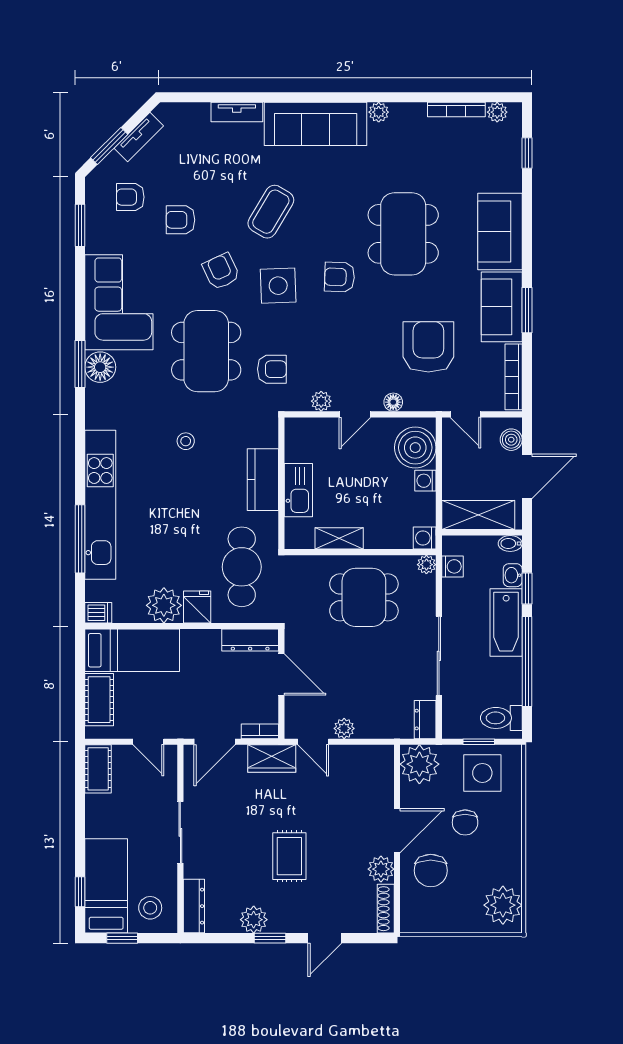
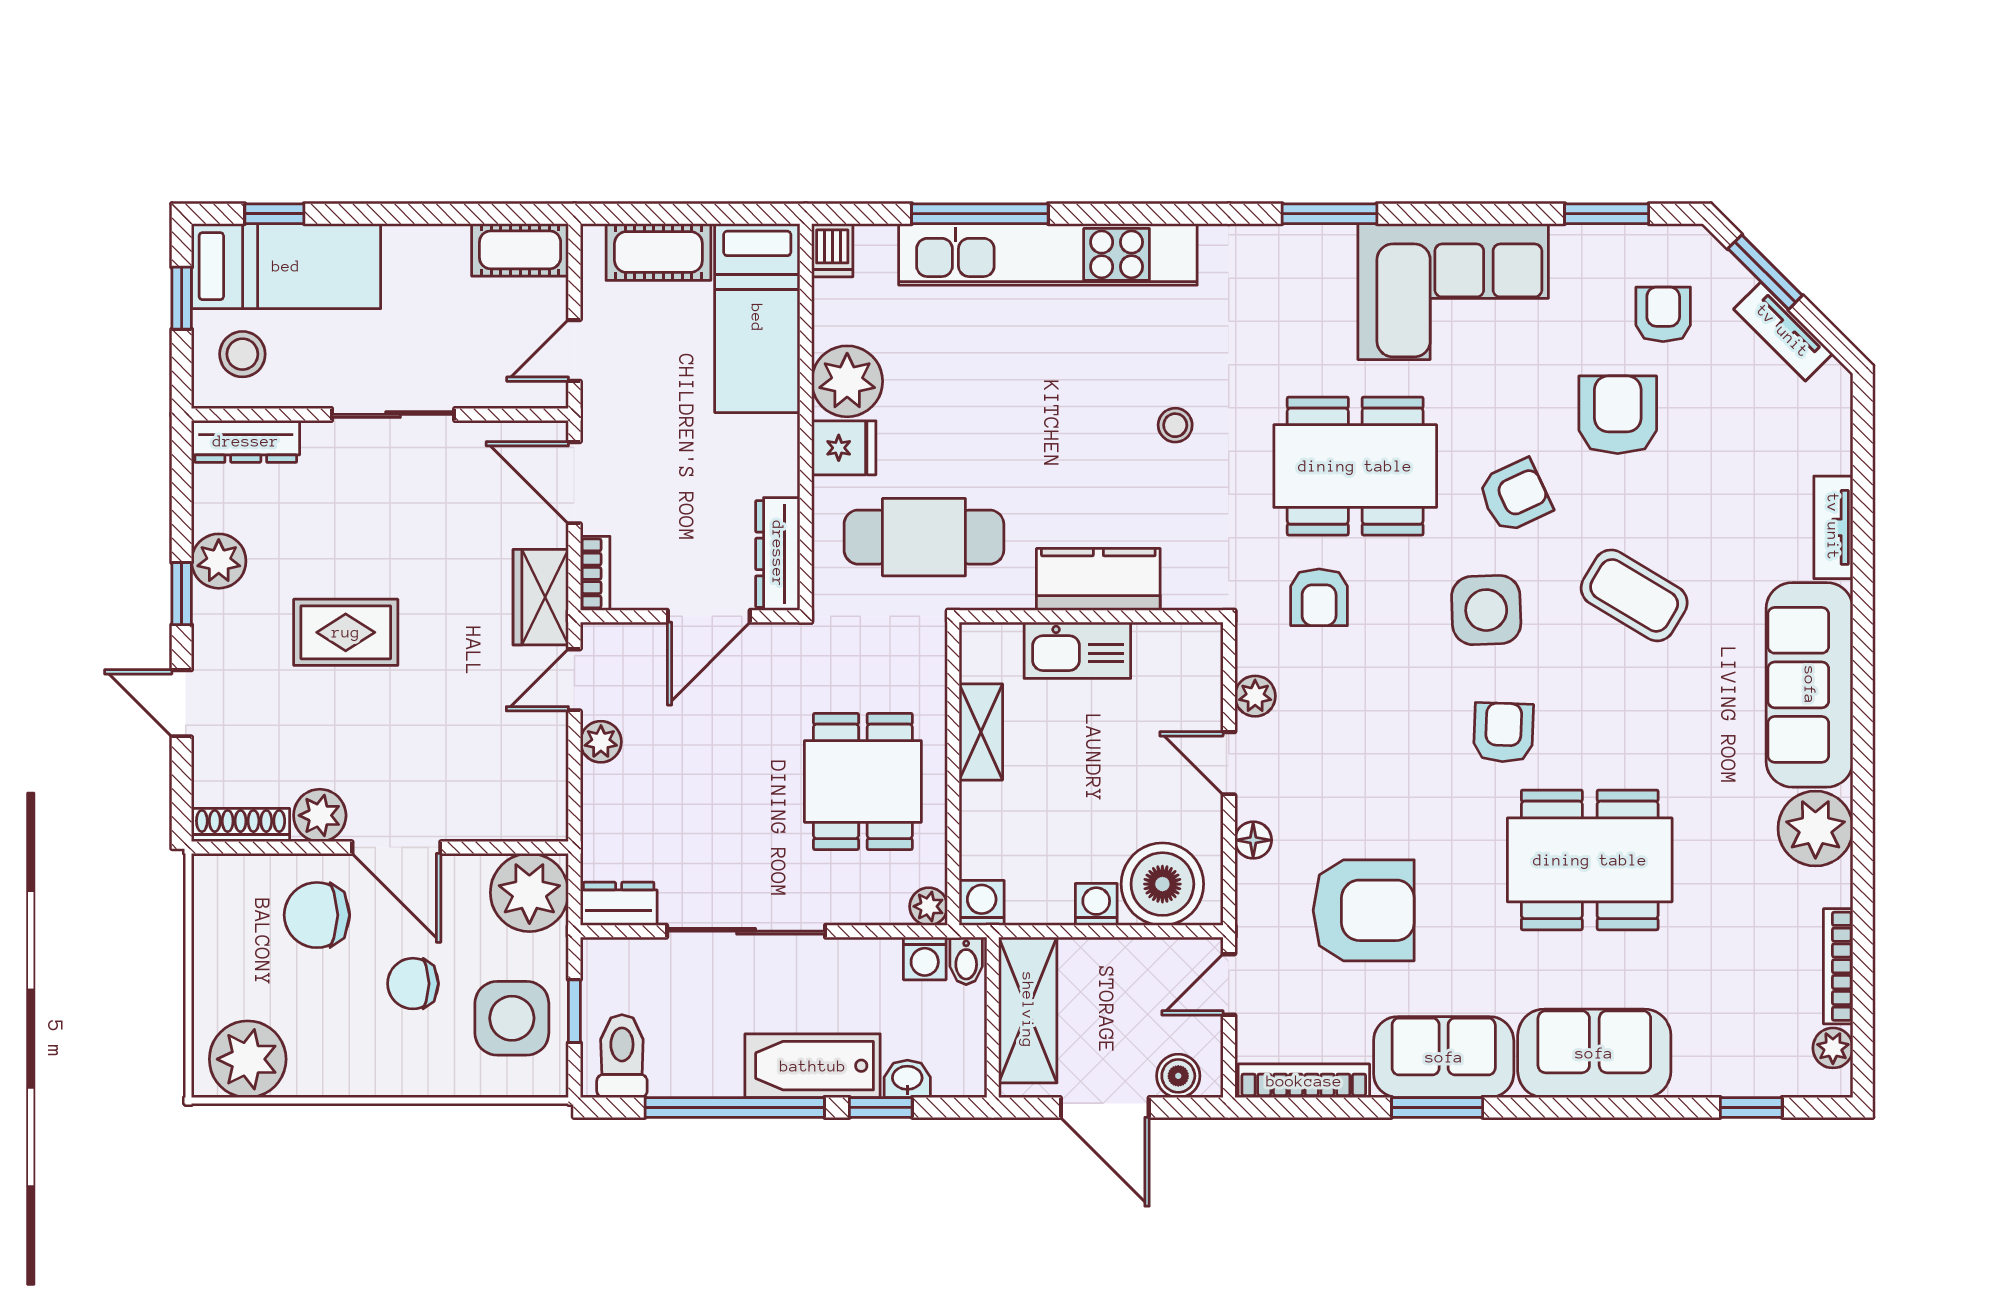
plant: (379, 112) -> (1815, 828), width x1.88, depth x1.88
armchair: (181, 220) -> (1618, 415), width x1.38, depth x1.38
floor lamp: (100, 367) -> (1323, 254), removed
bidet: (510, 544) -> (966, 961), moved, turned 180

